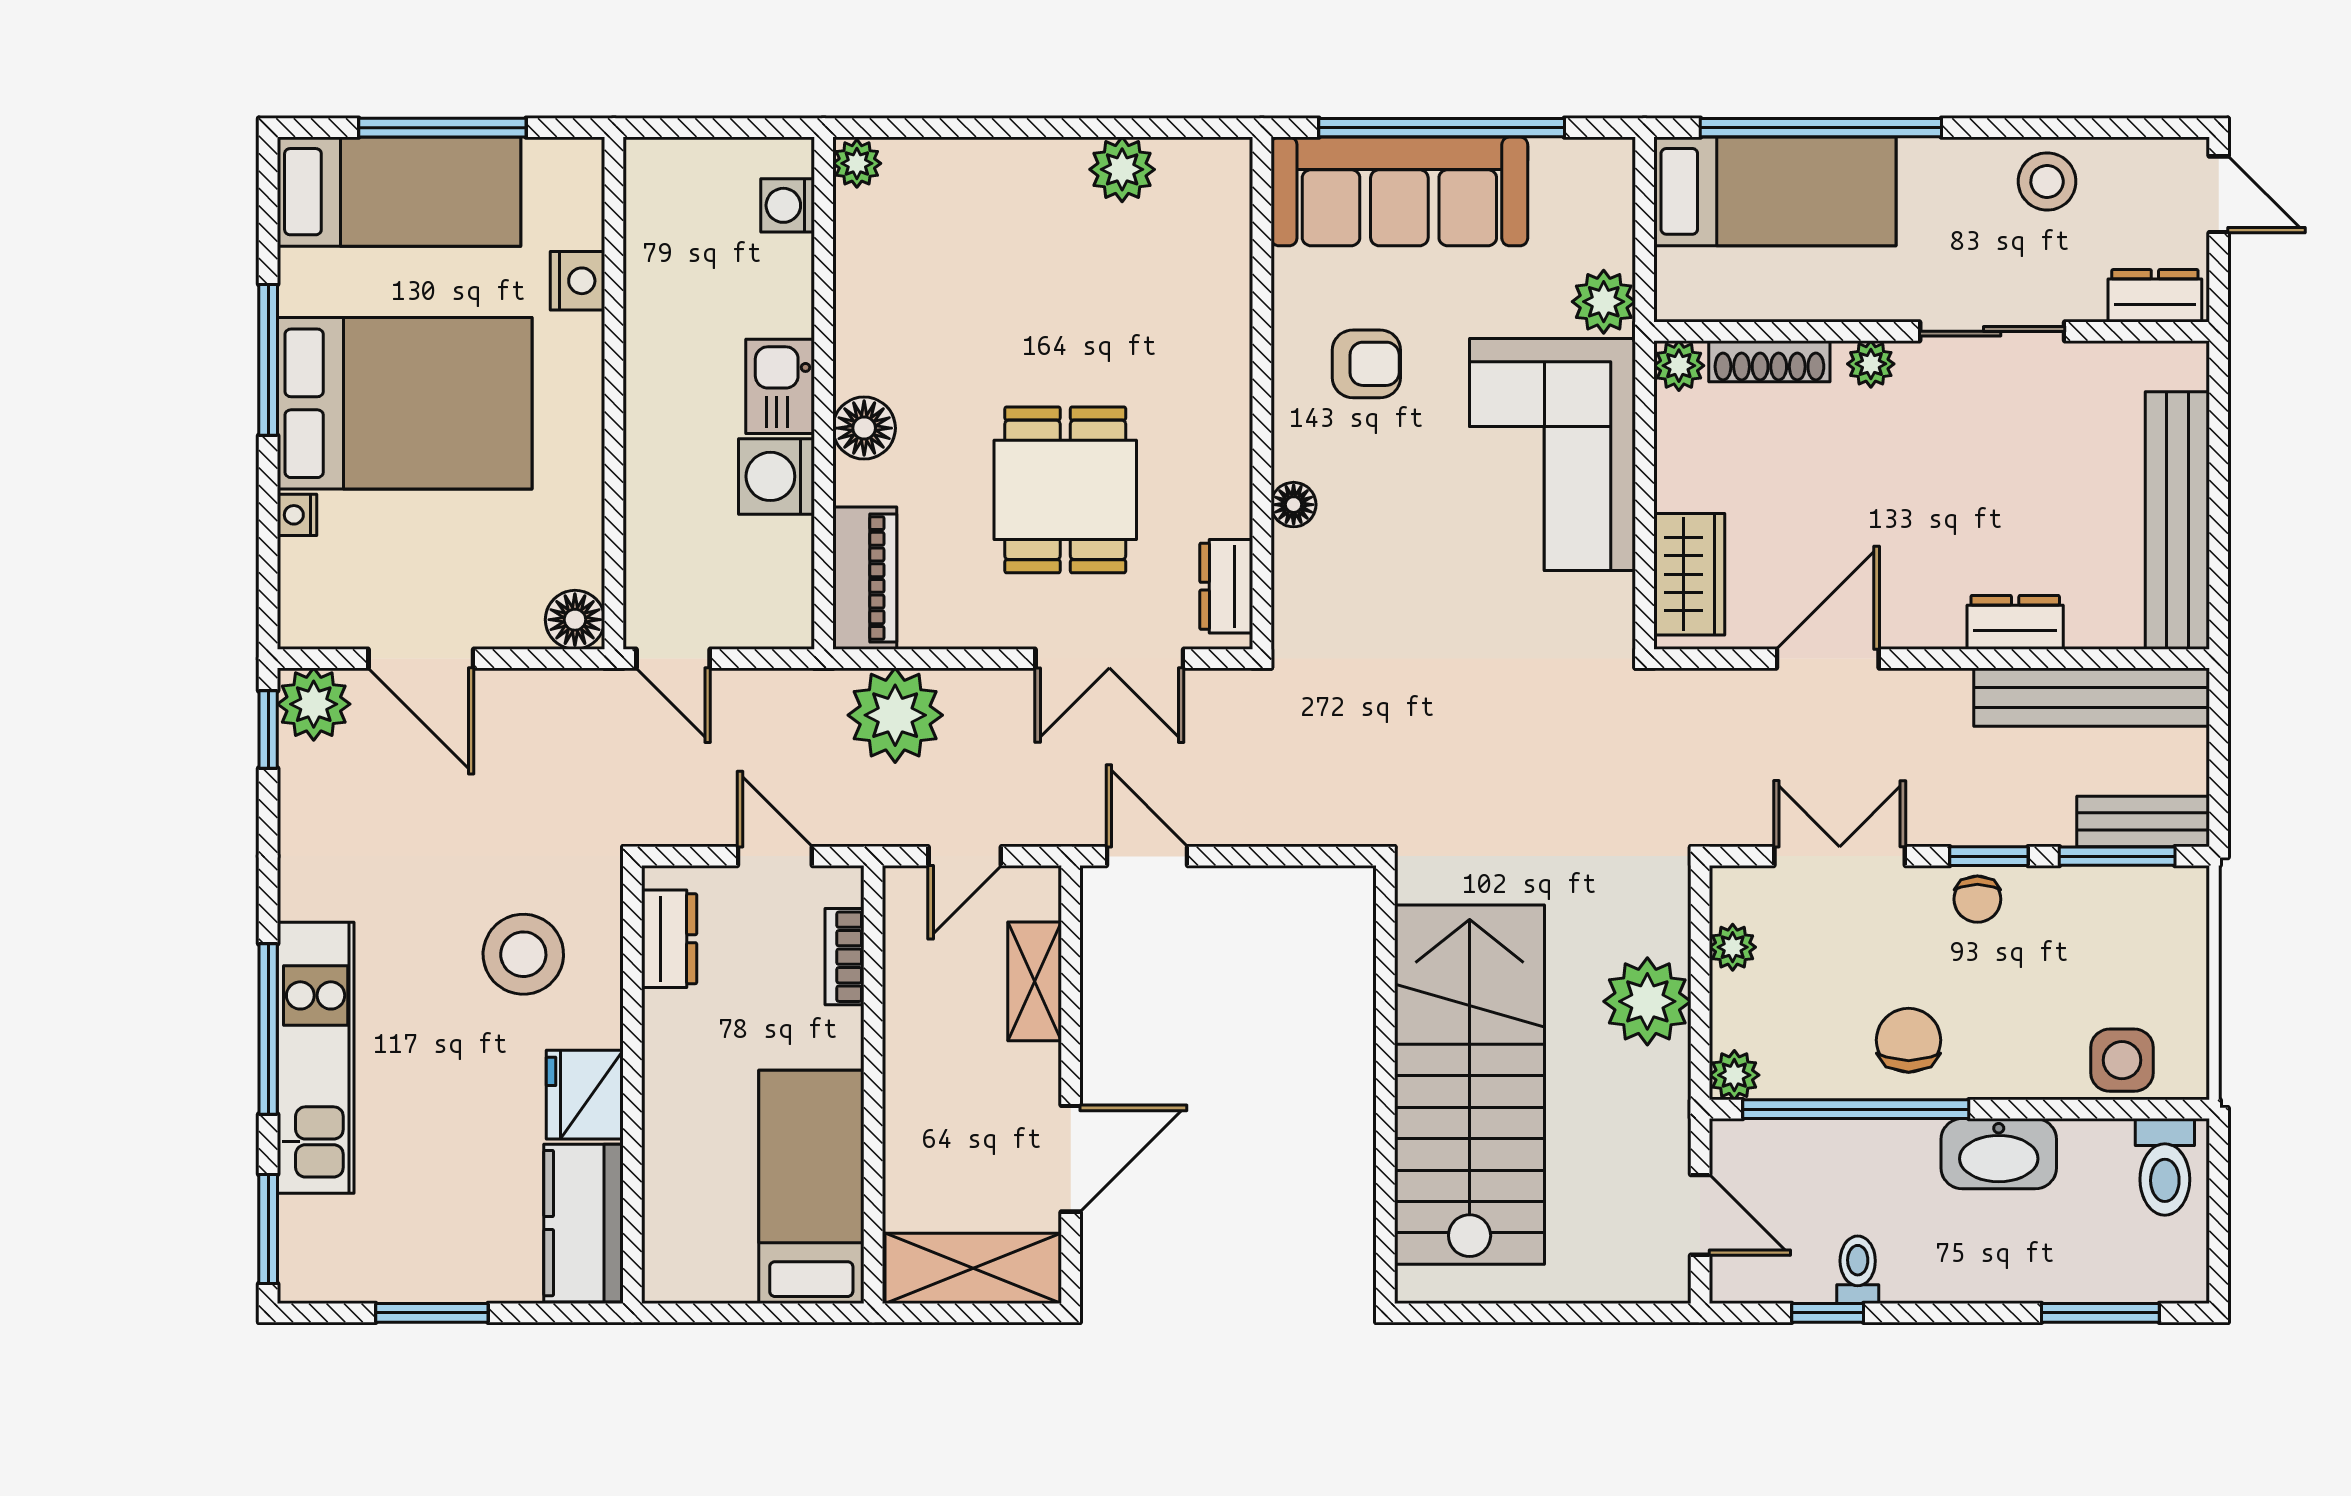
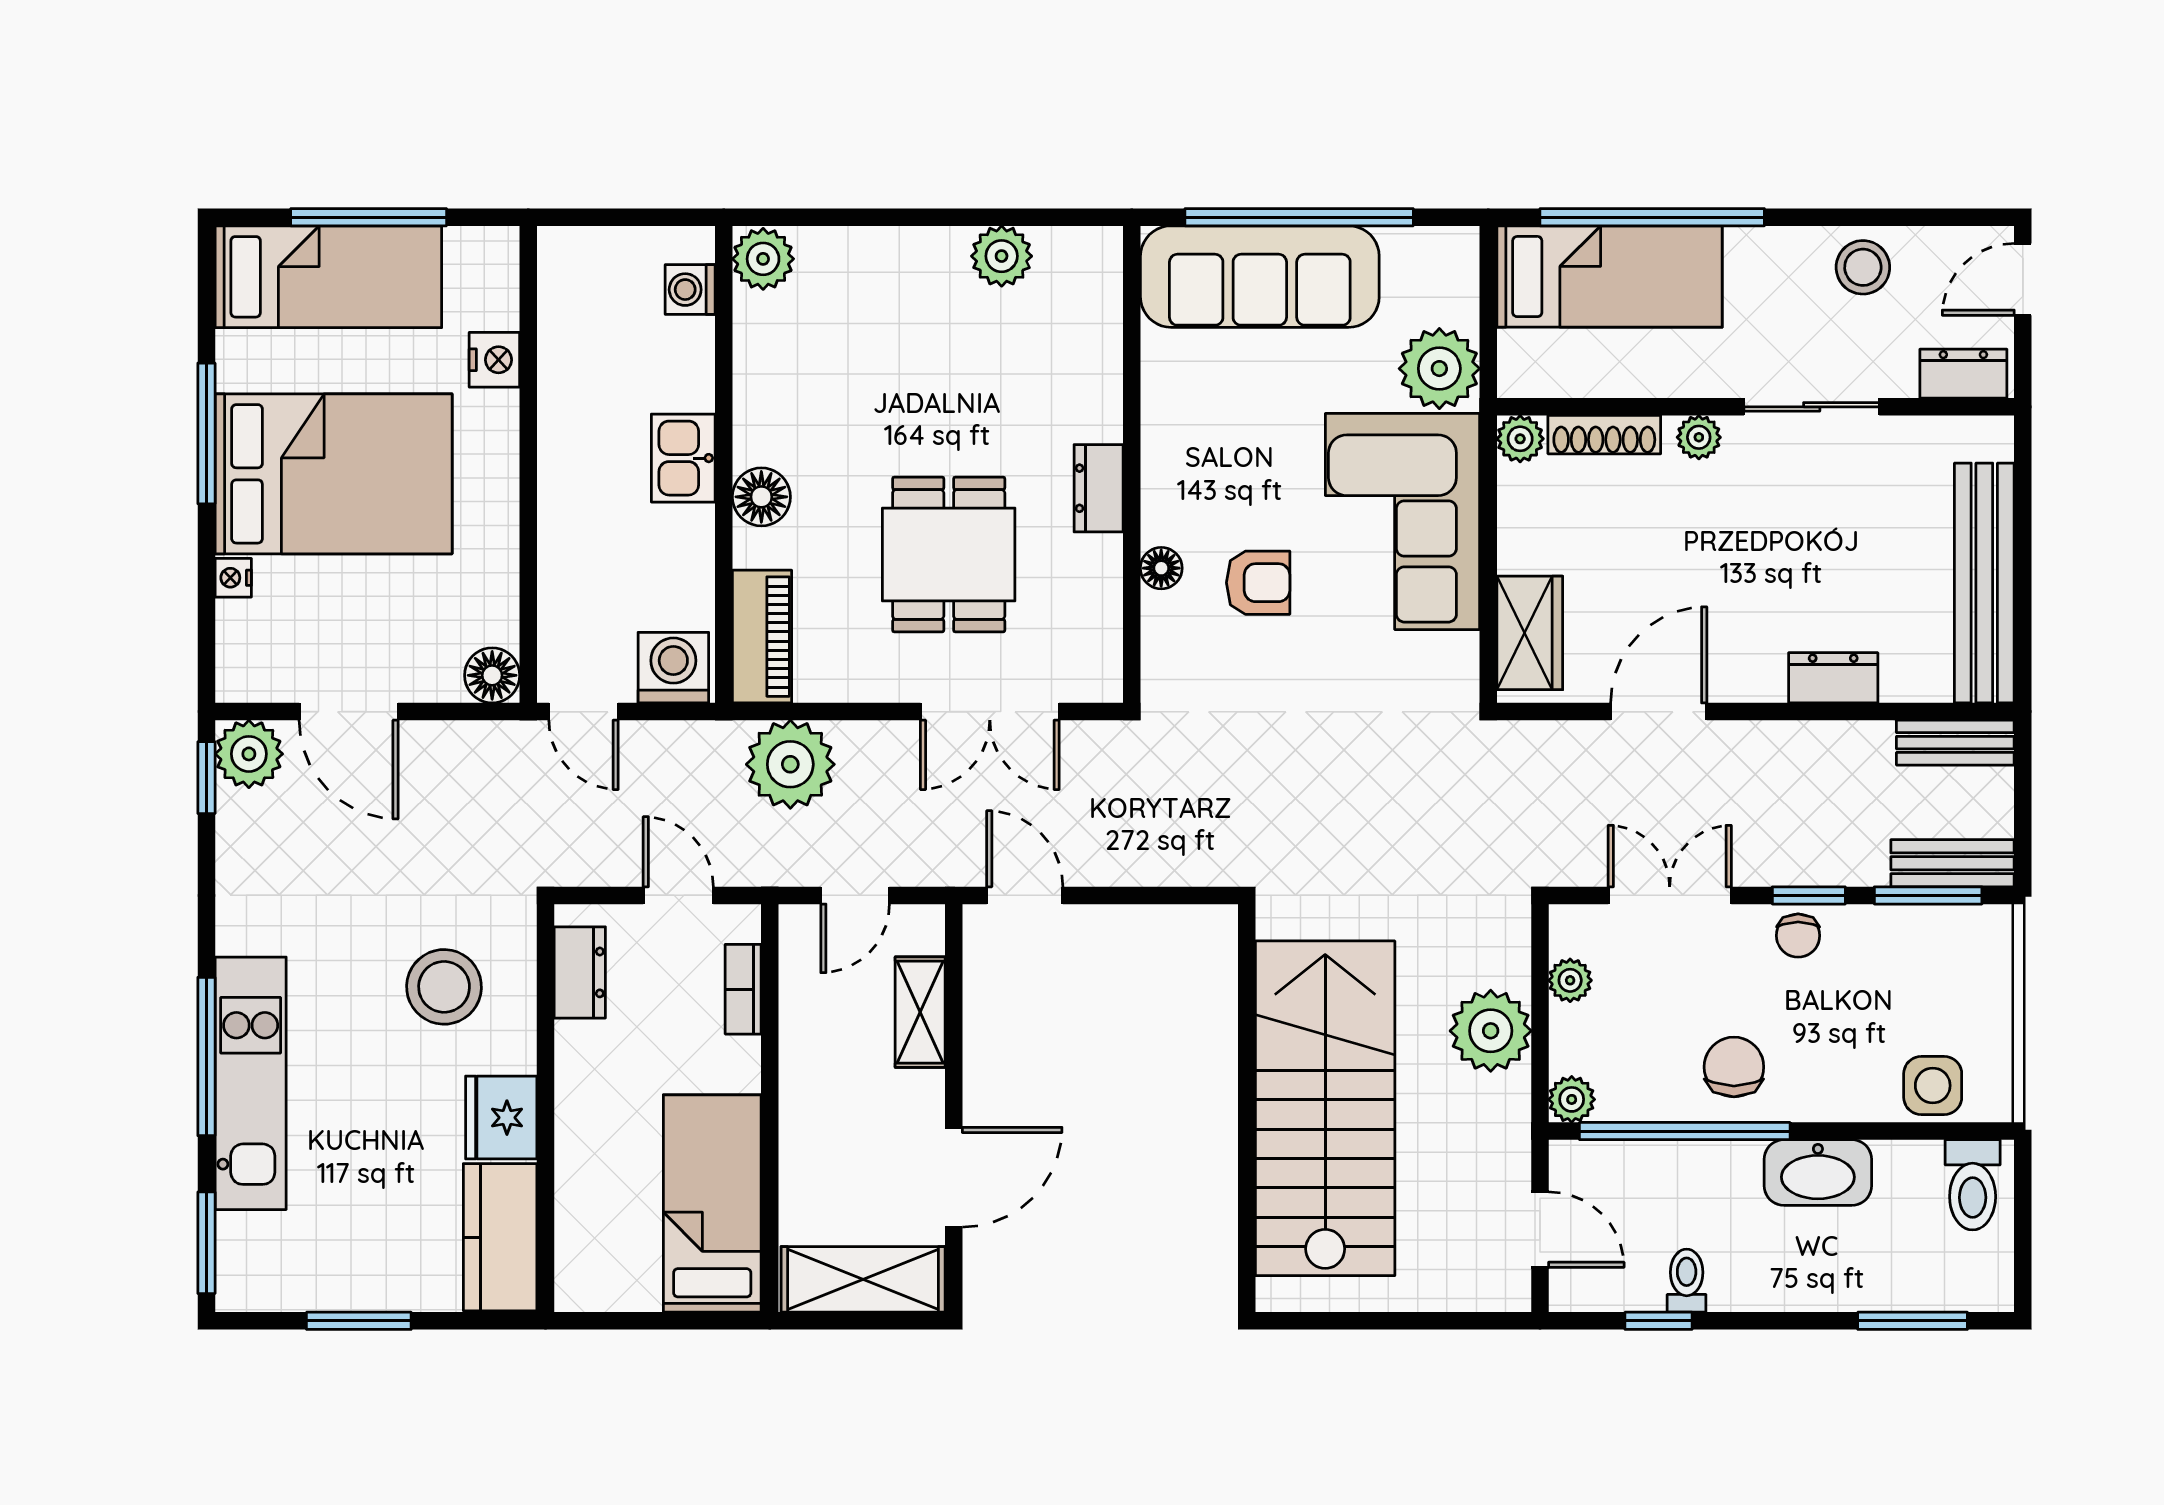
plant: (857, 163) -> (763, 259), width x1.38, depth x1.38
door: (2219, 194) -> (2023, 279), swing flipped
plant: (1604, 302) -> (1439, 369), width x1.36, depth x1.36
armchair: (1366, 364) -> (1258, 583), moved
washing machine: (776, 476) -> (673, 668), moved, turned 90
dresser: (1226, 586) -> (1099, 488), moved
bench: (2092, 697) -> (1955, 743), width x0.54, depth x0.82

